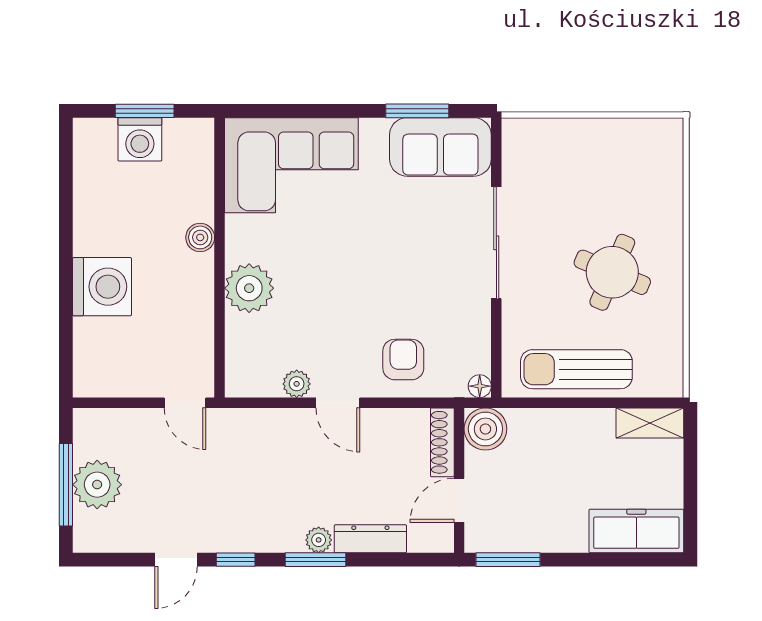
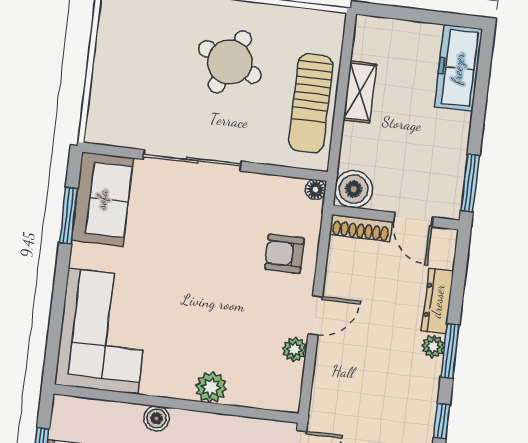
plant: (249, 288) -> (211, 387), width x0.73, depth x0.73
shelving: (650, 423) -> (360, 92), moved

